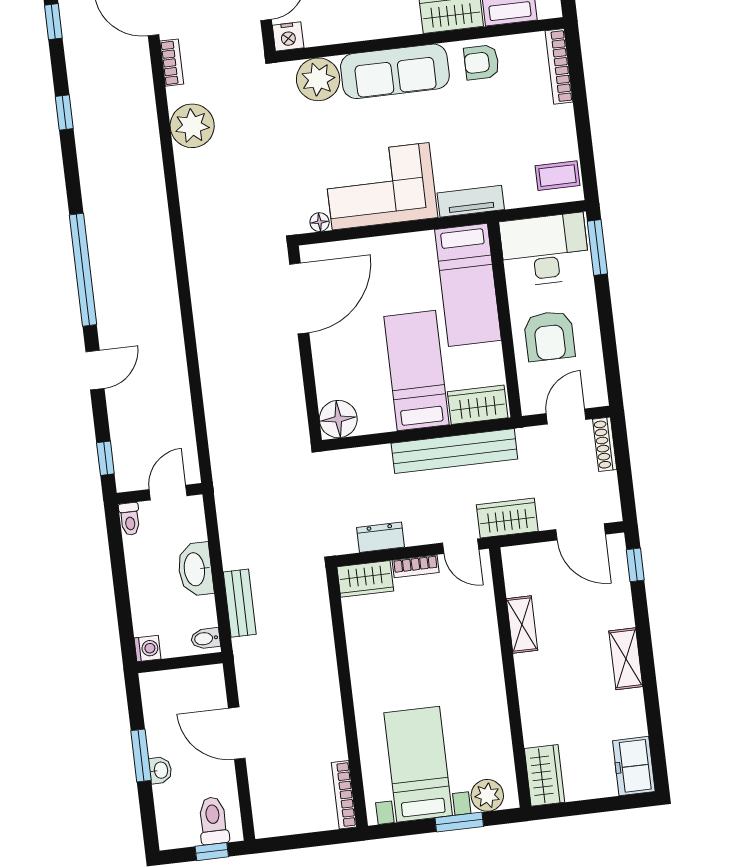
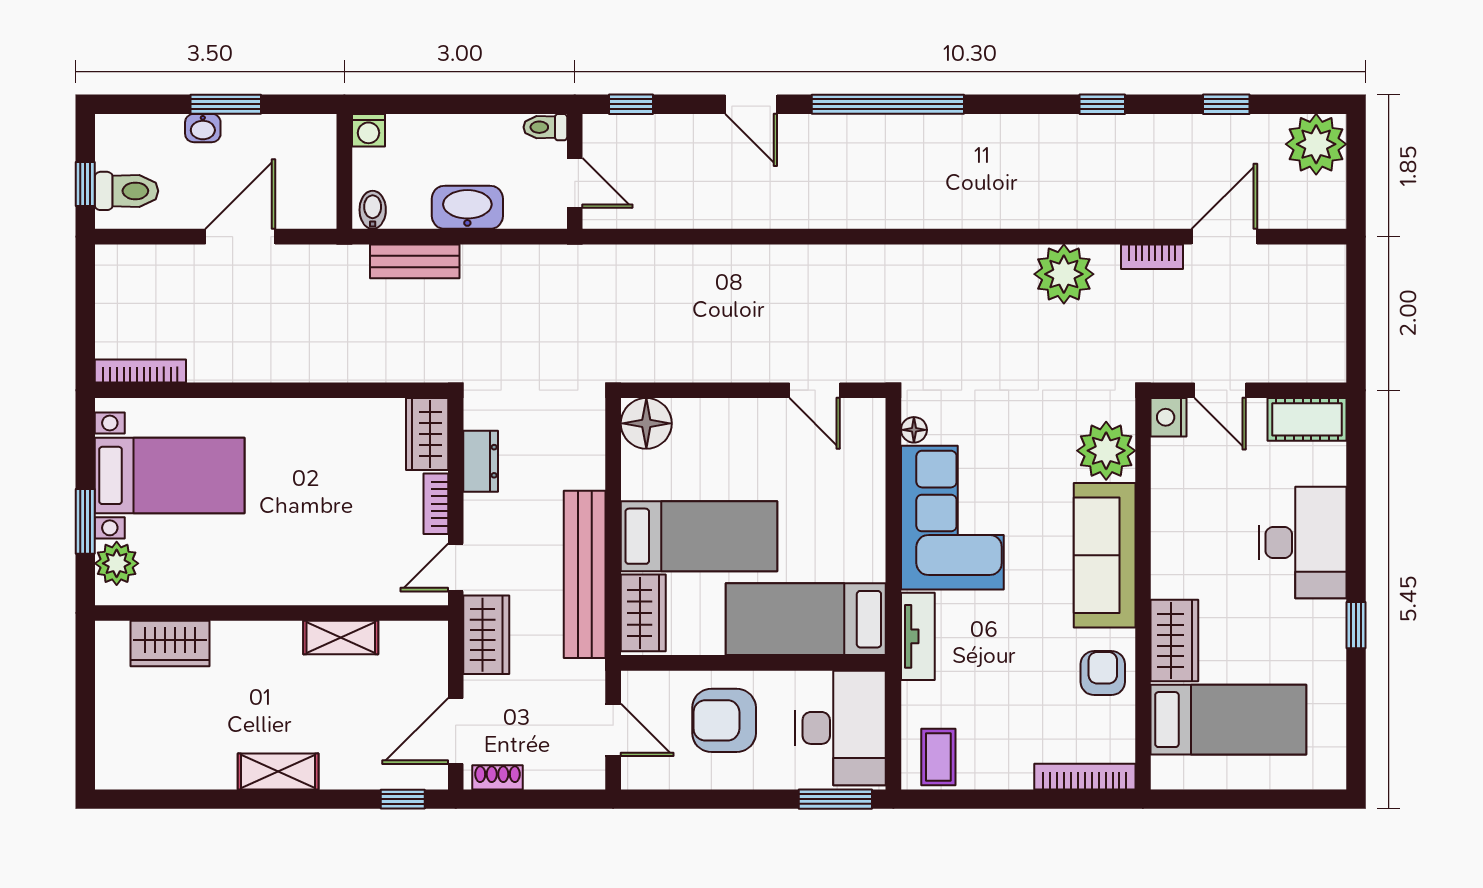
door: (299, 298) -> (815, 390), width x0.53
shoe rack: (605, 444) -> (497, 777), moved, width x0.70
freezer: (634, 766) -> (133, 765), removed
wardrobe: (544, 775) -> (170, 643), moved

